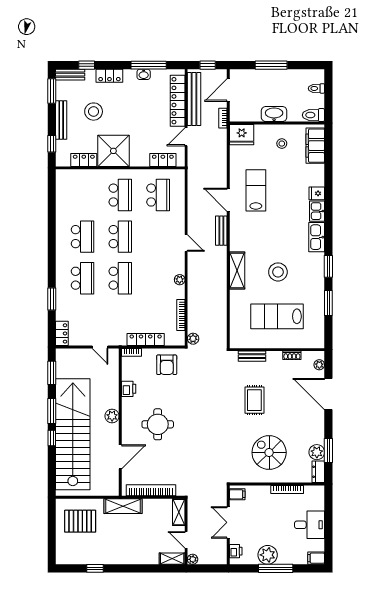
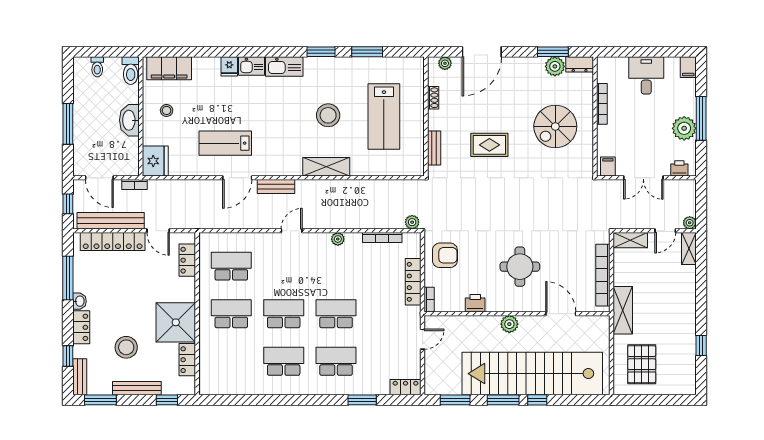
washbasin: (144, 74) -> (79, 301), moved

